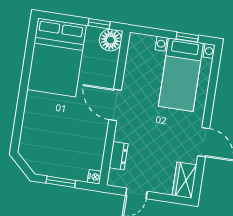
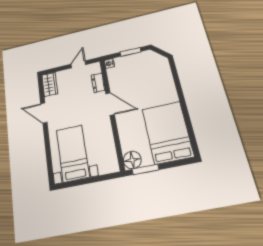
window: (99, 24) -> (145, 169), width x1.50
window: (187, 37) -> (76, 183), removed
door: (115, 105) -> (110, 104), moved

